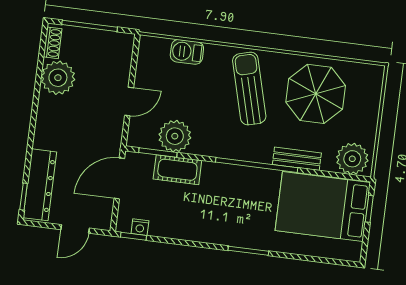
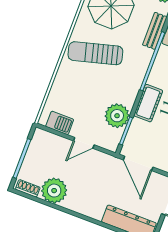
barbecue: (187, 52) -> (60, 123), moved, turned -90
door: (129, 101) -> (84, 143), swing flipped
cot: (177, 170) -> (148, 103), moved

